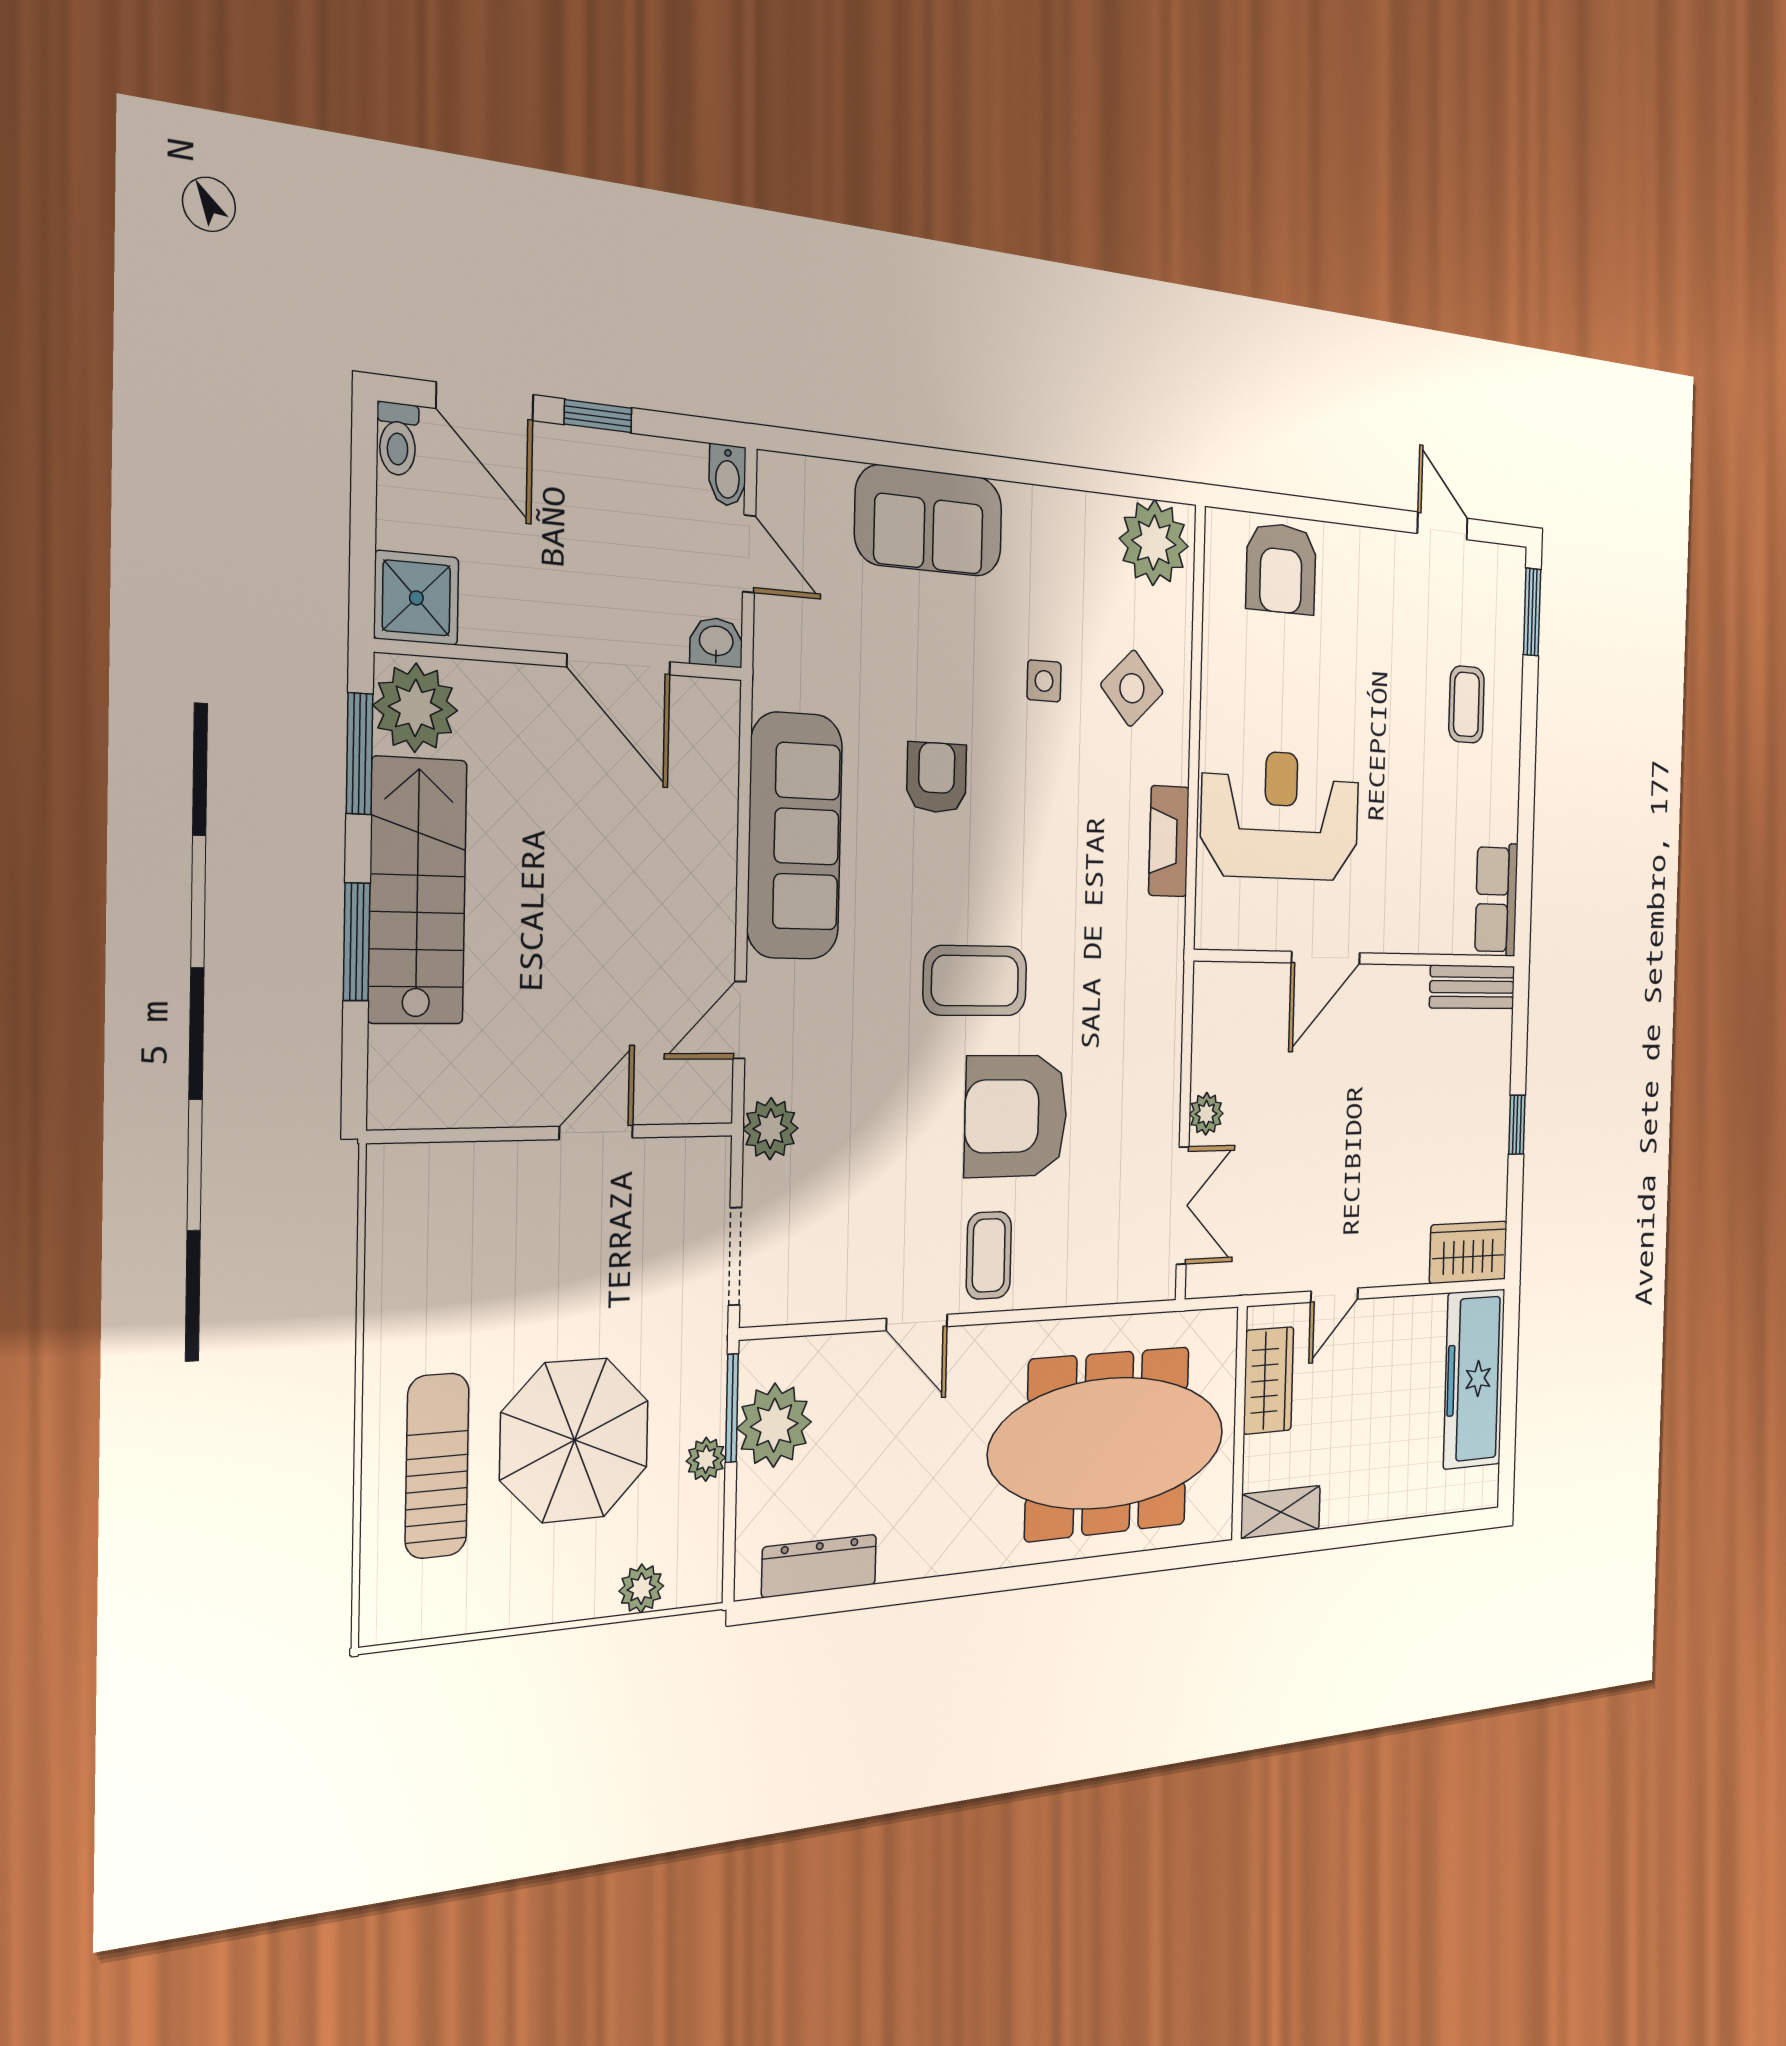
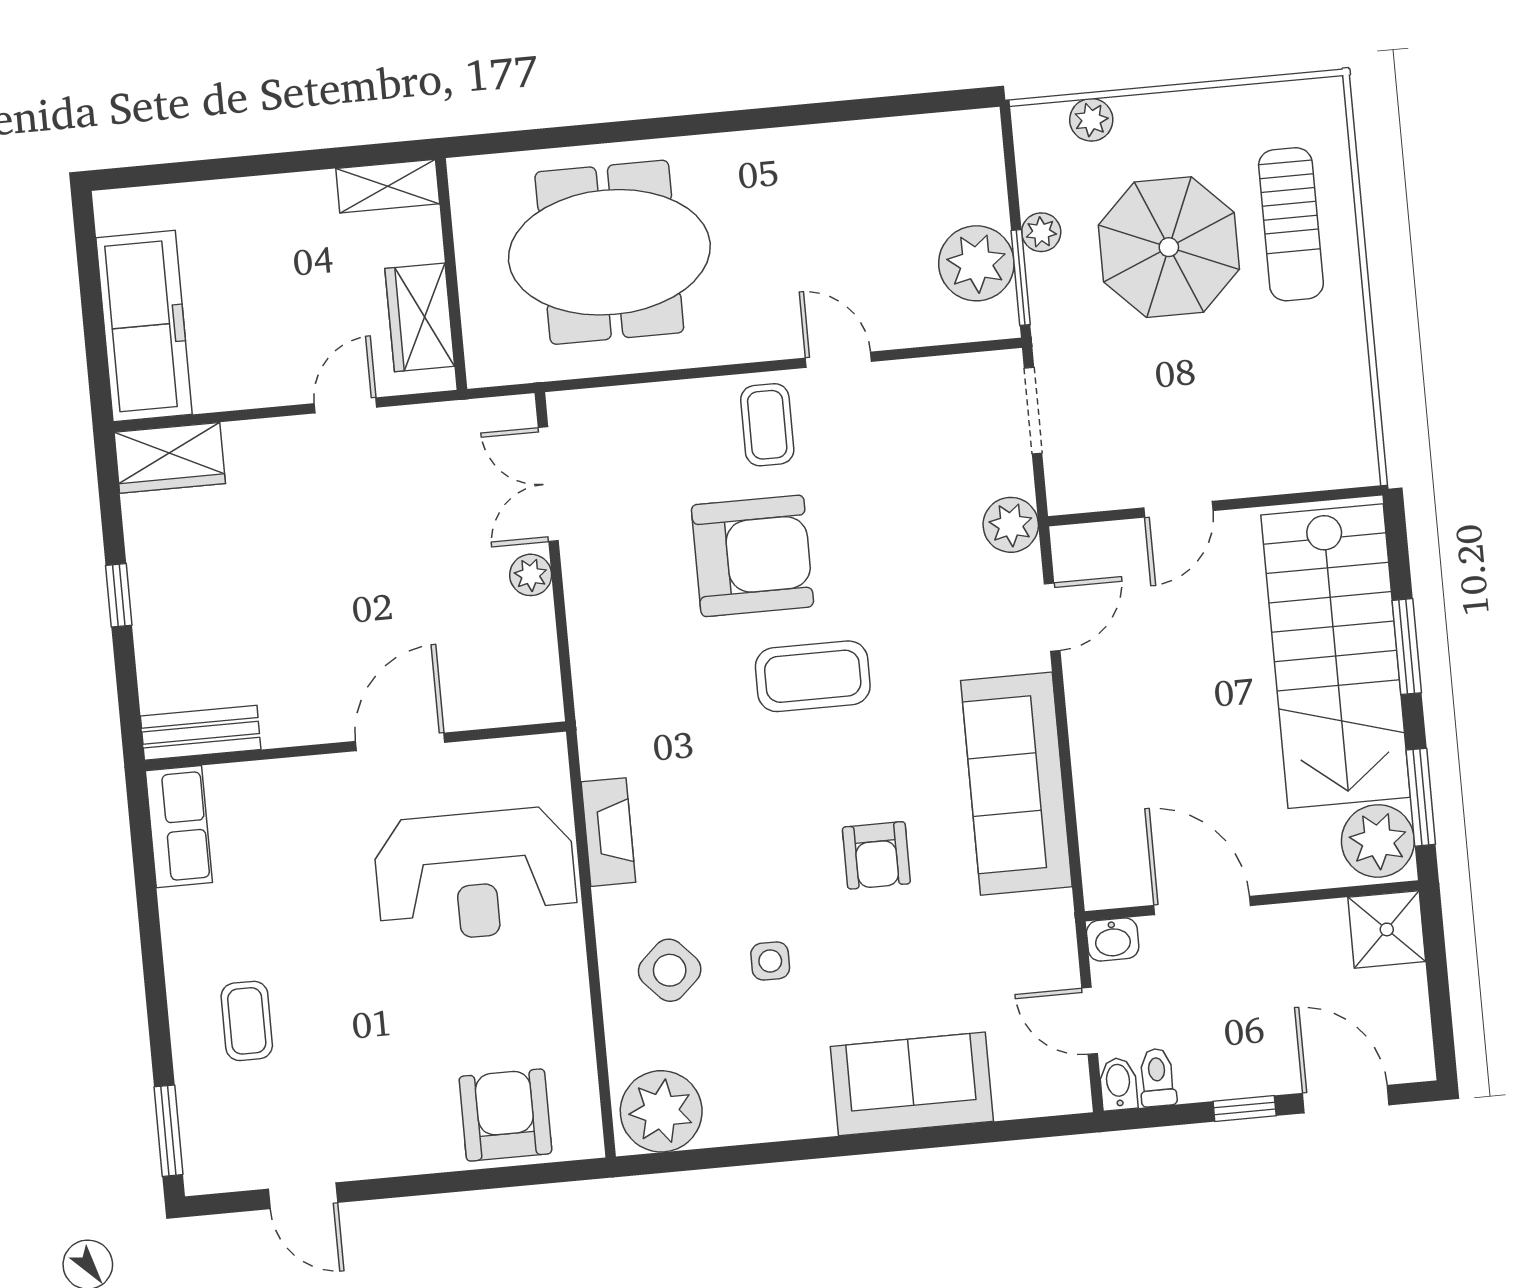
toilet: (398, 439) -> (1157, 1077), moved
stairs: (418, 891) -> (1336, 656), width x1.36, depth x1.51
meeting table: (1108, 1443) -> (609, 252), width x0.73
dresser: (819, 1566) -> (915, 138), removed

